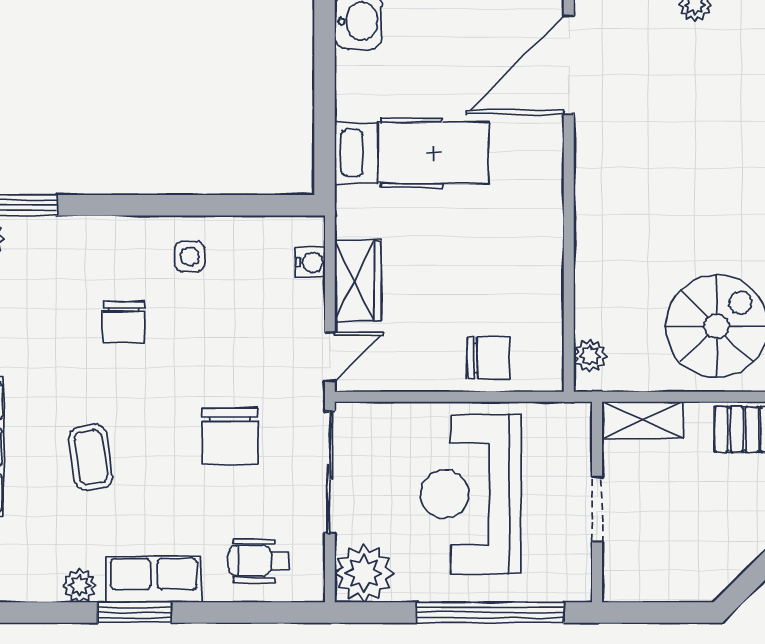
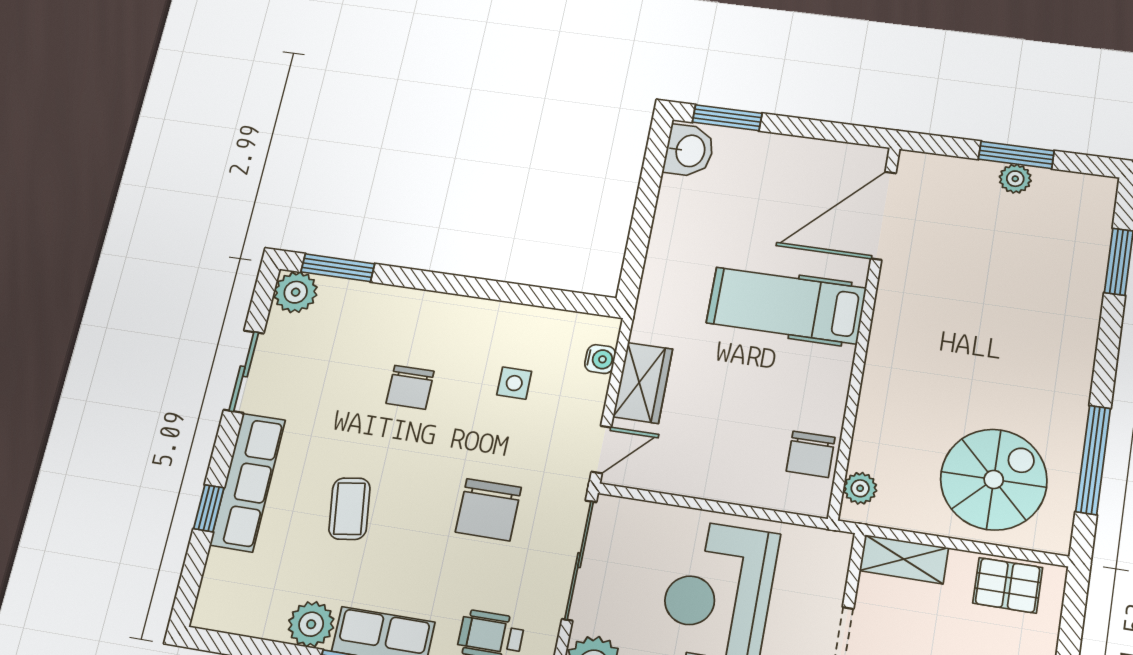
hospital bed: (412, 153) -> (786, 306), moved, turned 180
side table: (190, 256) -> (514, 383), moved
chair: (488, 358) -> (811, 454), moved, turned 90
plant: (80, 585) -> (311, 624), width x1.38, depth x1.38

